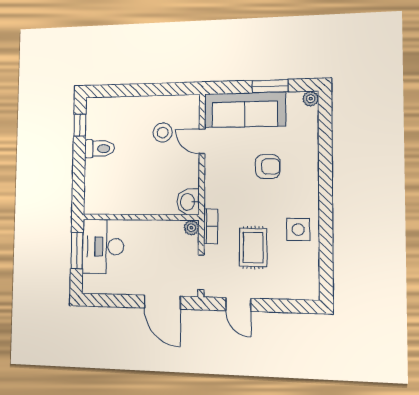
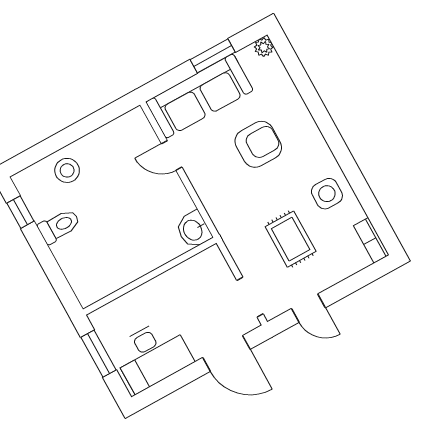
stool: (163, 133) -> (67, 170), moved
armchair: (268, 166) -> (258, 144), width x1.38, depth x1.38
bookcase: (211, 226) -> (371, 240), moved, turned 180
plant: (191, 228) -> (213, 256), removed
desk: (103, 246) -> (152, 355), moved, turned -90

